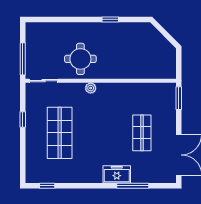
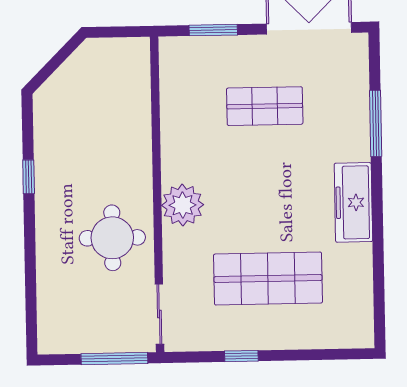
plant: (91, 88) -> (183, 205), width x1.87, depth x1.87
window: (179, 98) -> (213, 30), moved
freezer: (117, 174) -> (353, 202), moved, width x1.40
window: (47, 186) -> (379, 302), removed

